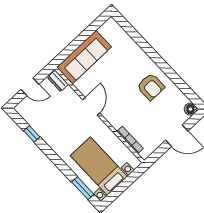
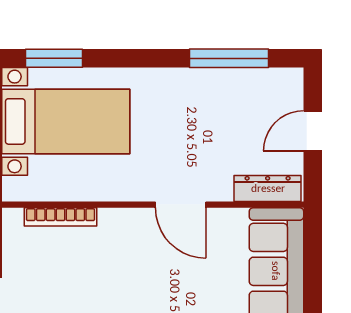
dresser: (58, 81) -> (268, 188), width x1.44
window: (32, 134) -> (229, 58), width x2.17

